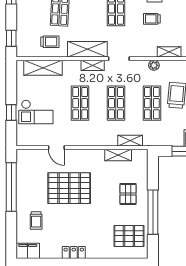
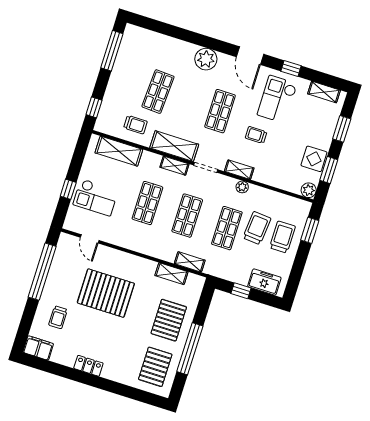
shelving: (169, 52) -> (239, 170), moved
door: (56, 148) -> (90, 239), moved
pallet: (128, 194) -> (169, 320), width x1.50, depth x1.42
pallet: (129, 236) -> (155, 367), turned 90

